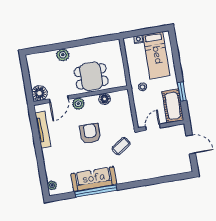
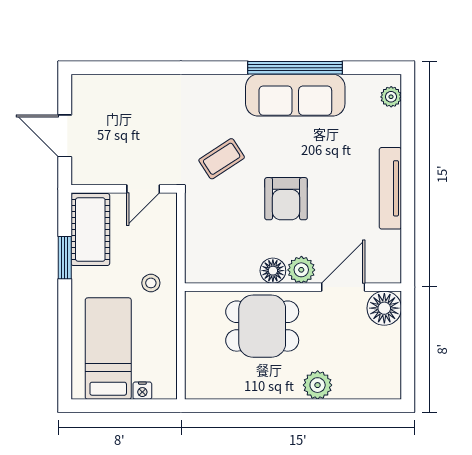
floor lamp: (105, 99) -> (273, 271), moved
tv unit: (43, 130) -> (390, 188), moved

